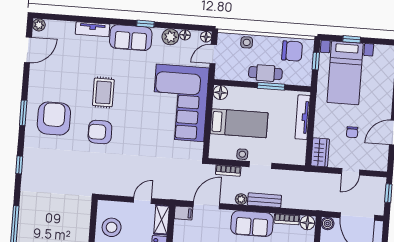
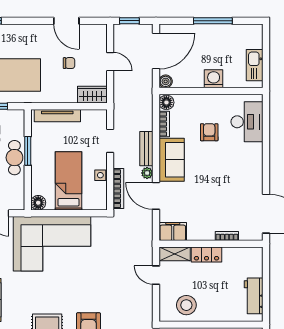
doorway: (260, 165) -> (110, 141), moved
bookcase: (228, 171) -> (118, 189), width x1.56
door: (206, 205) -> (156, 196), moved
filing cabinet: (184, 213) -> (173, 232), width x2.00

